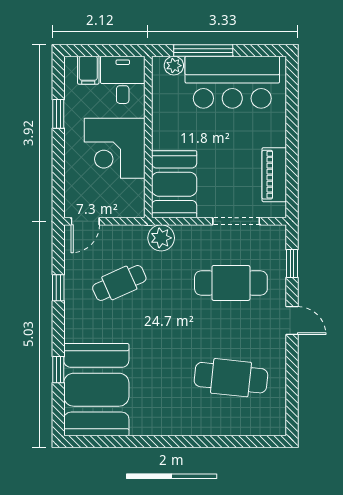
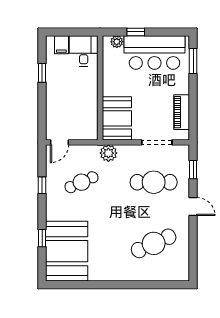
window: (203, 50) -> (136, 32), width x0.46
window: (292, 95) -> (193, 61), added
corner desk: (115, 148) -> (78, 95), removed
cafe table: (231, 378) -> (154, 243), turned -30

